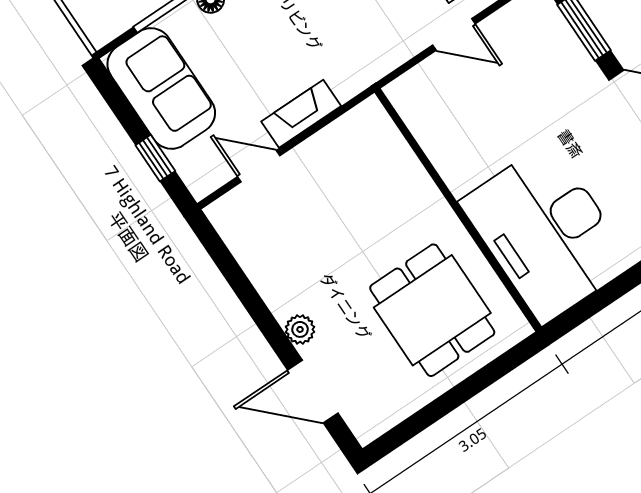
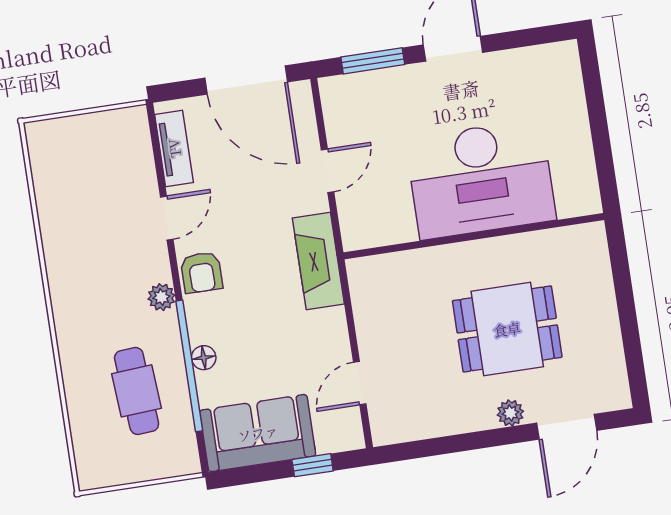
fireplace: (301, 114) -> (318, 261), moved, width x1.37, depth x1.32
desk: (546, 233) -> (481, 179), moved
dining table: (432, 310) -> (507, 329), moved

